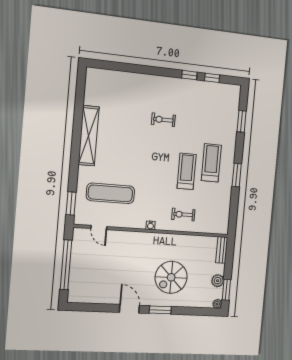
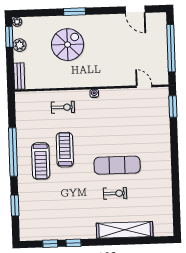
exercise bike: (163, 120) -> (115, 193), moved
shelving: (89, 136) -> (125, 230), moved, turned 90
treadmill: (187, 171) -> (65, 150), turned 180
window: (237, 175) -> (13, 152), width x2.11
exercise mat: (110, 193) -> (117, 165), moved
door: (129, 309) -> (135, 10), moved

